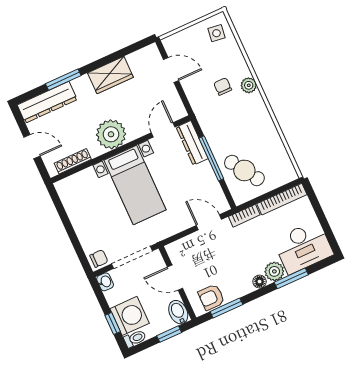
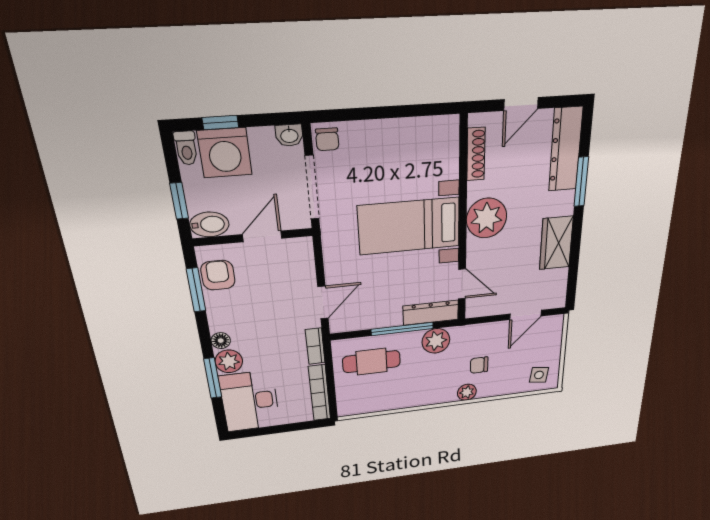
chair: (223, 87) -> (479, 365), turned 180
plant: (213, 129) -> (436, 341), added
cafe table: (244, 170) -> (371, 362), turned 33

